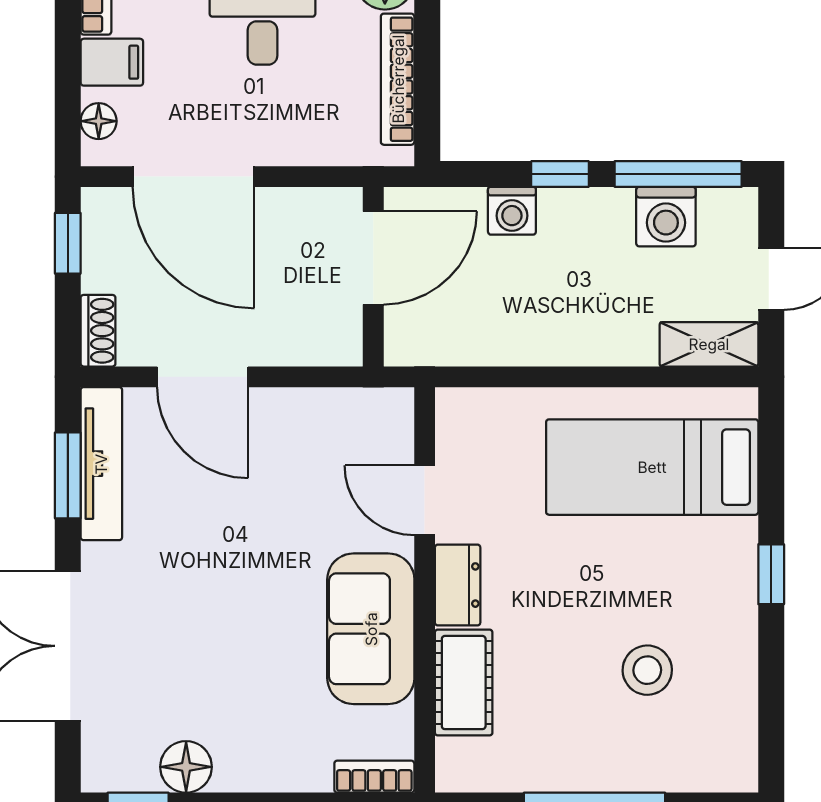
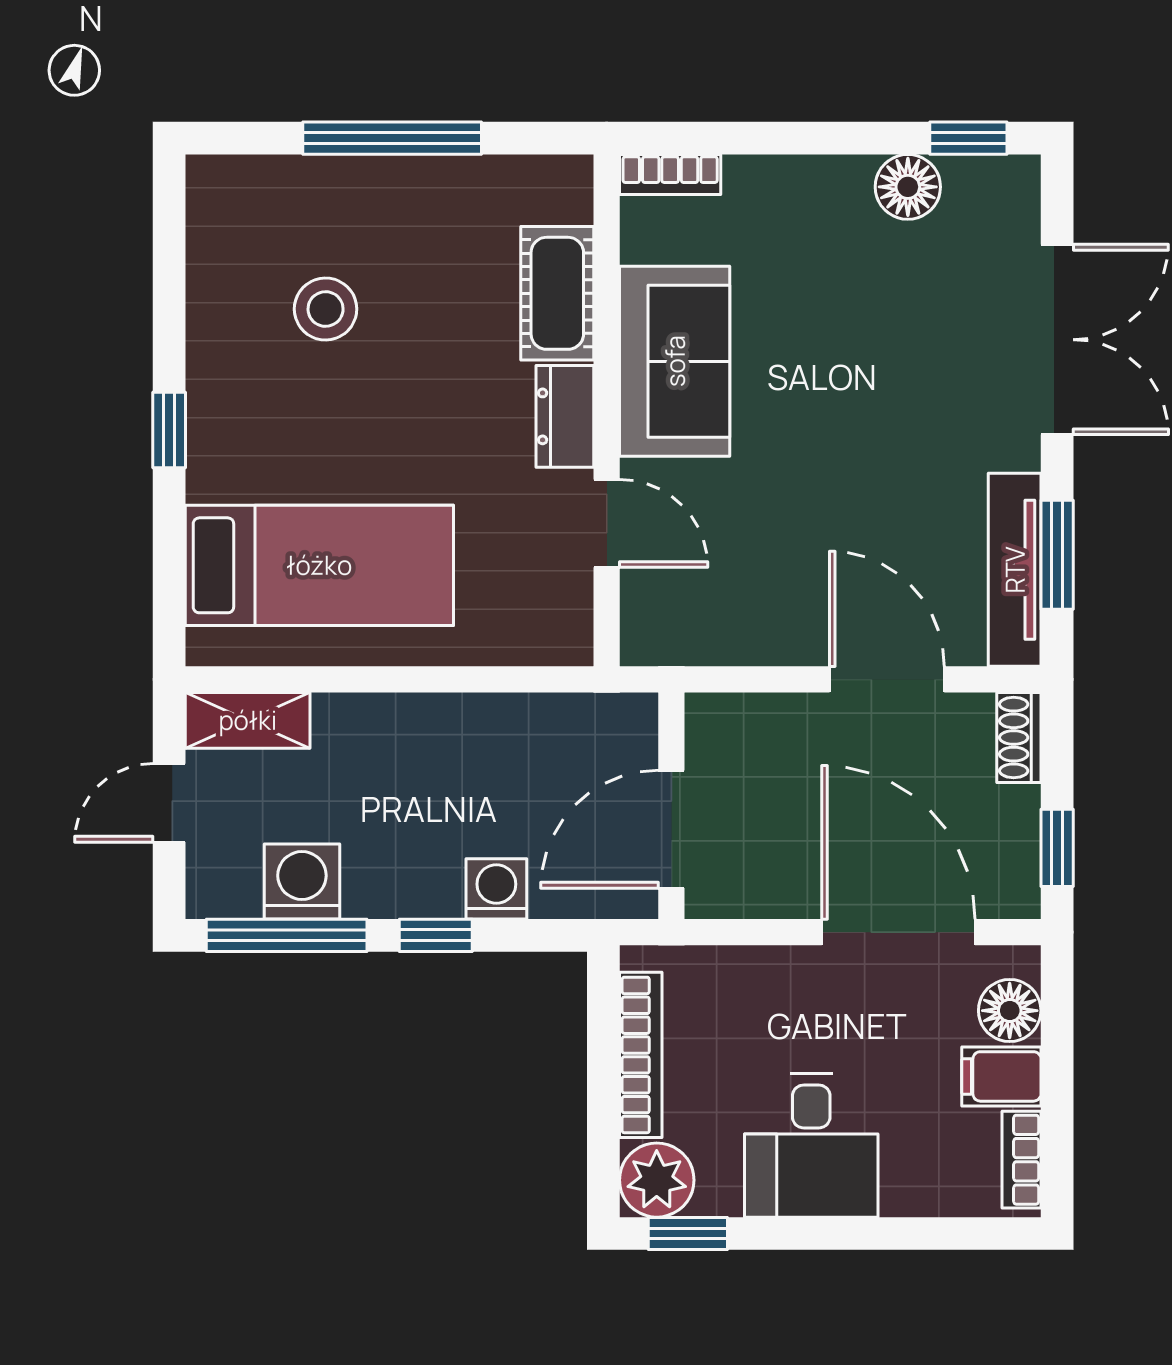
floor lamp: (99, 121) -> (1010, 1011), width x1.37, depth x1.37

